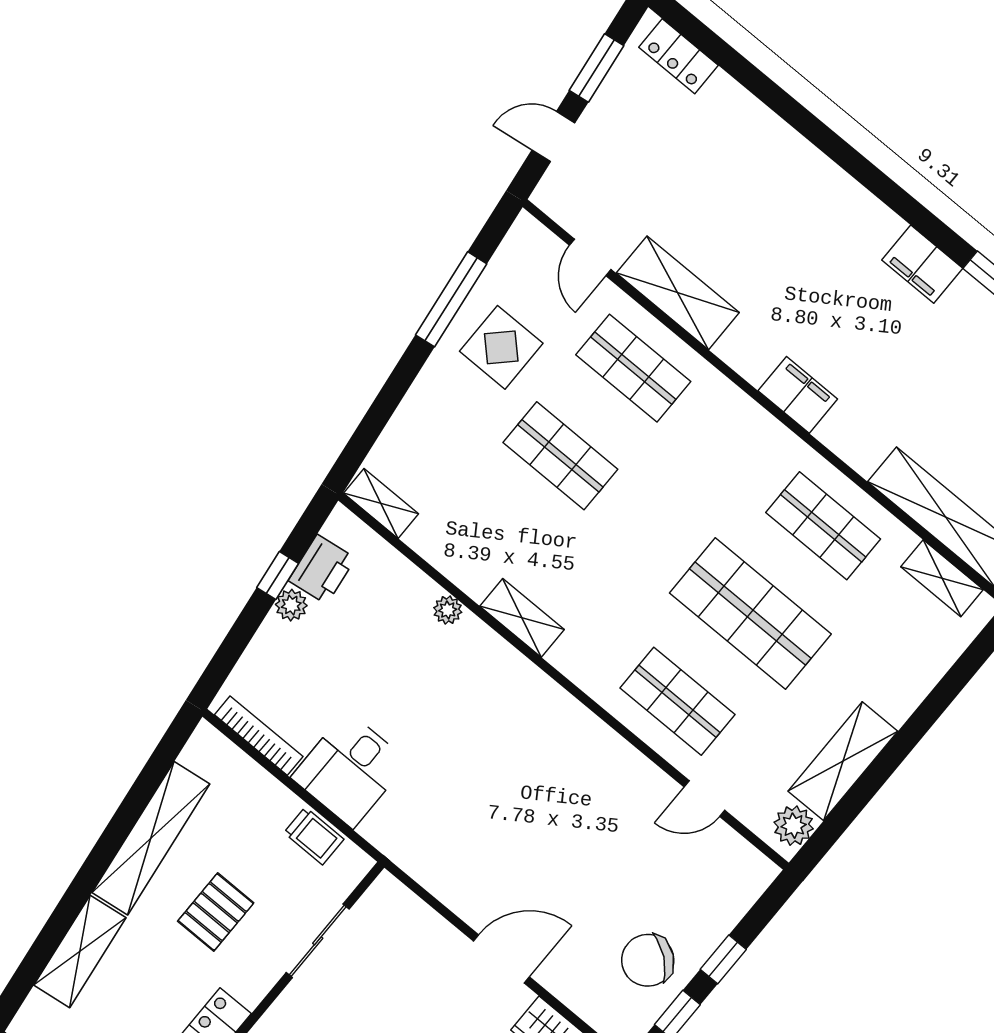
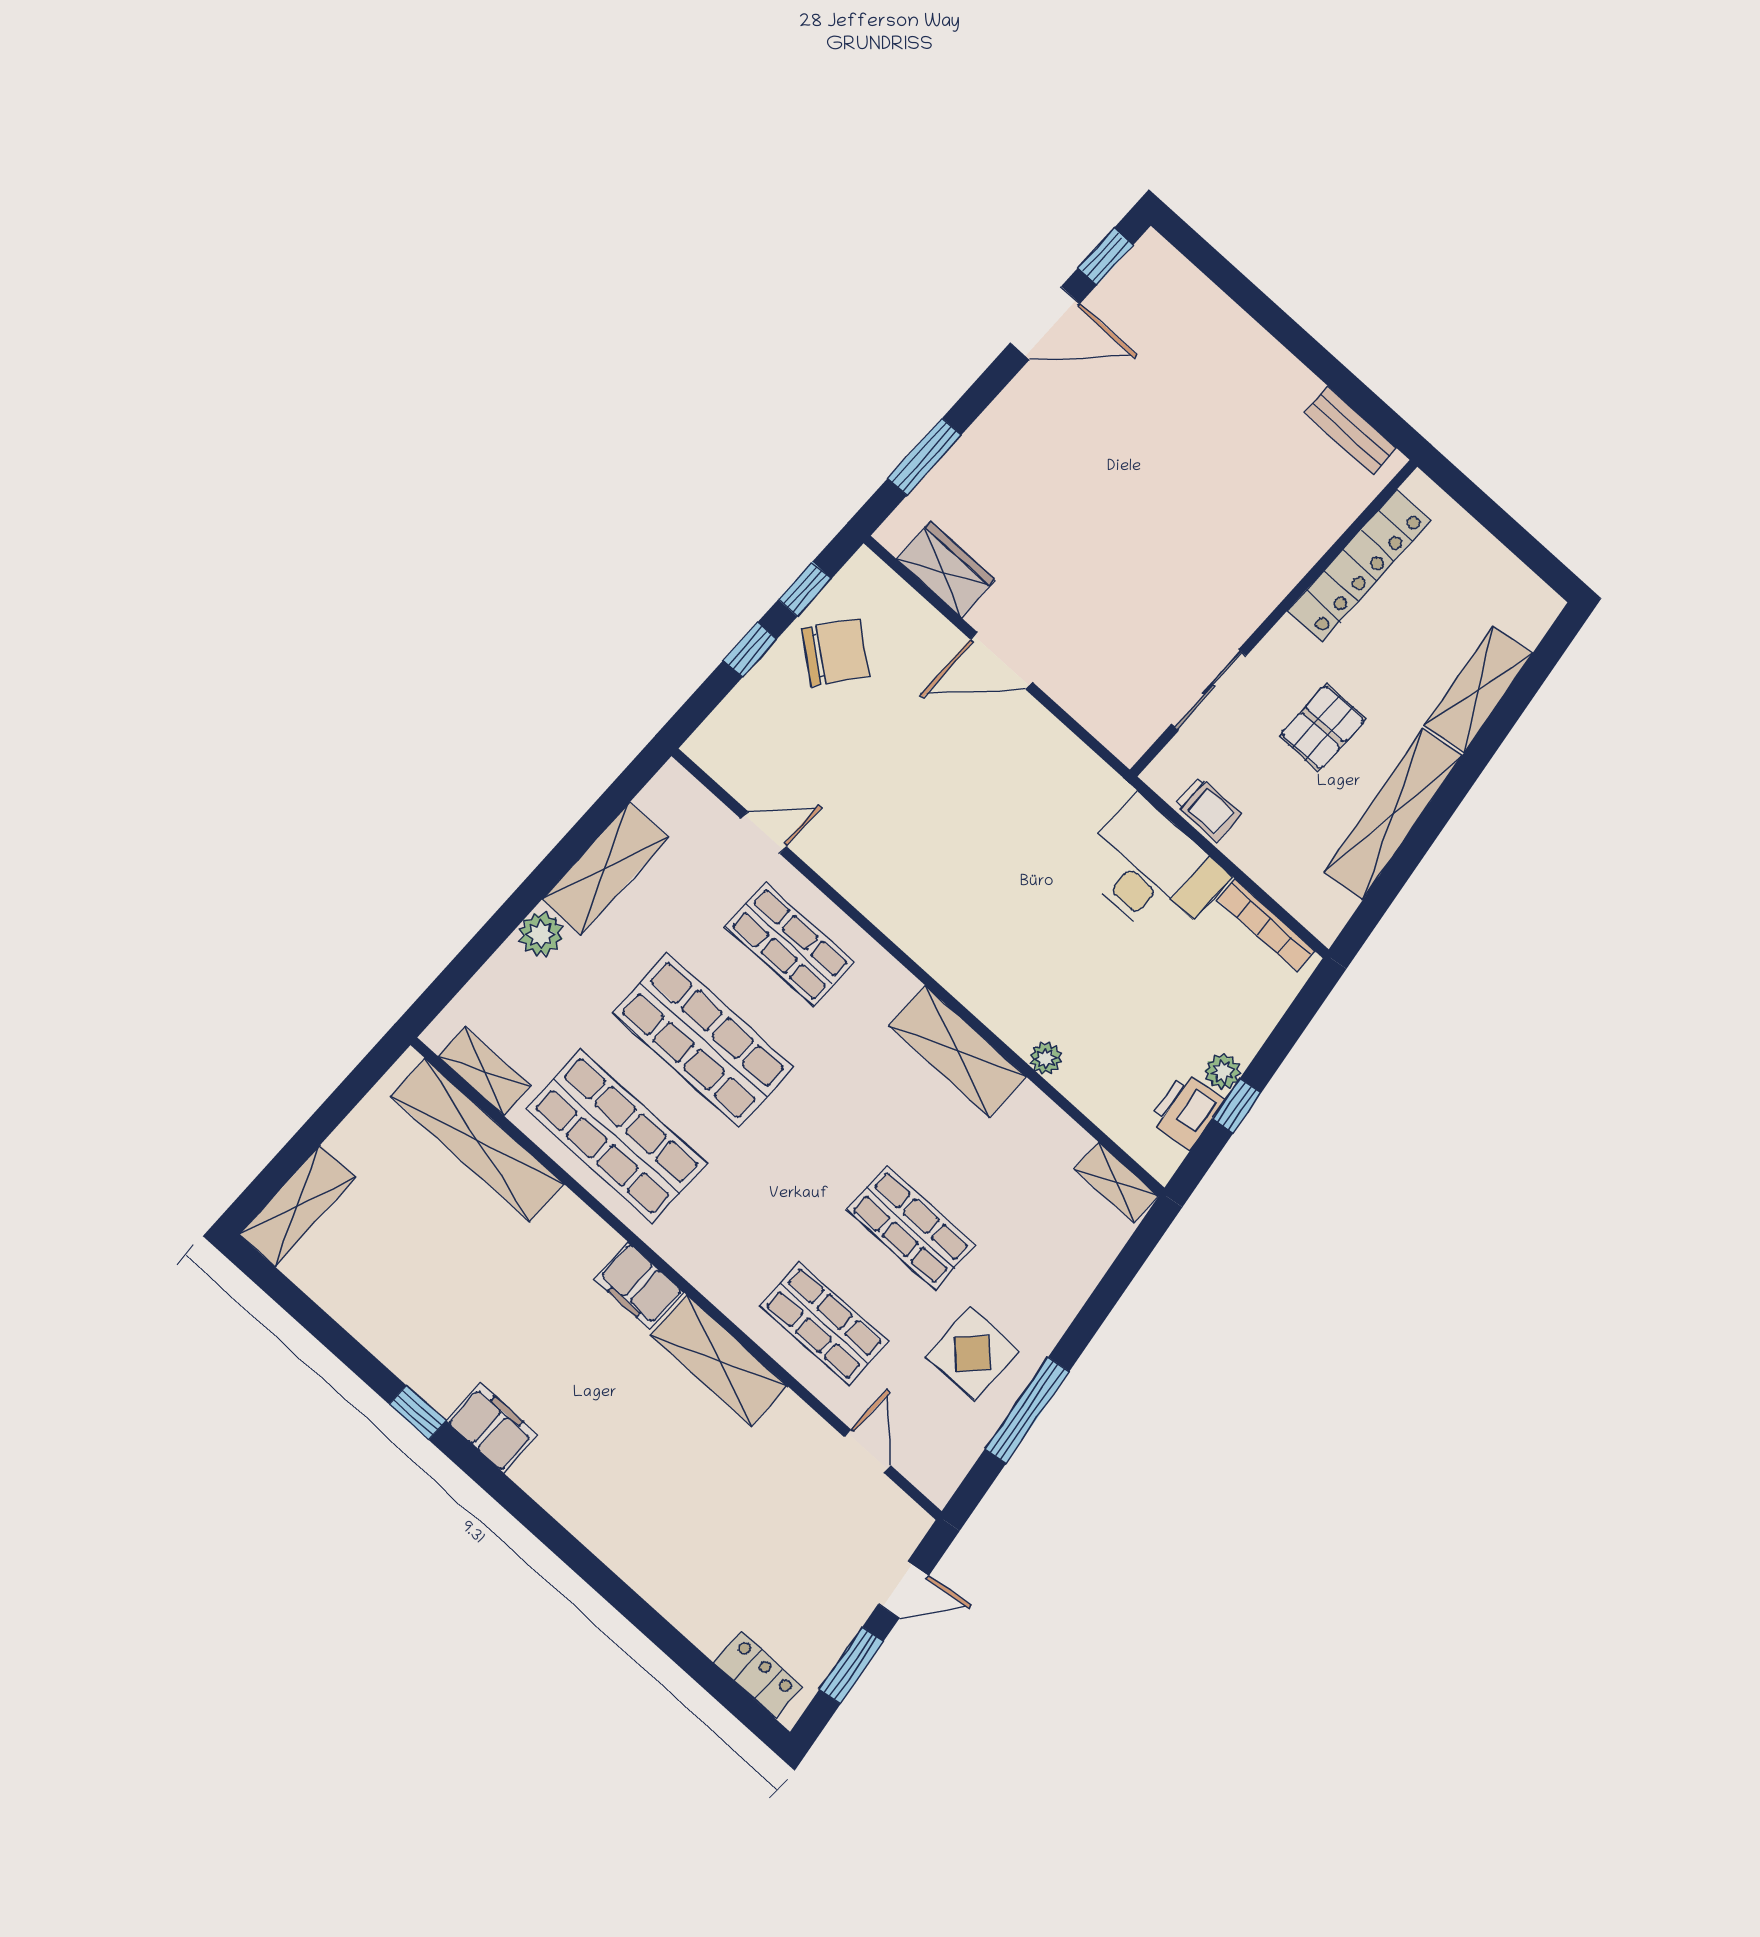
shelving: (678, 293) -> (719, 1361), moved
shop shelf: (823, 526) -> (616, 1136), width x1.43, depth x1.36
shelving: (522, 618) -> (957, 1051), width x1.50, depth x1.33
desk: (350, 769) -> (1151, 871), width x1.37
plant: (794, 826) -> (541, 934), moved
trolley: (314, 836) -> (1208, 809), turned 180

